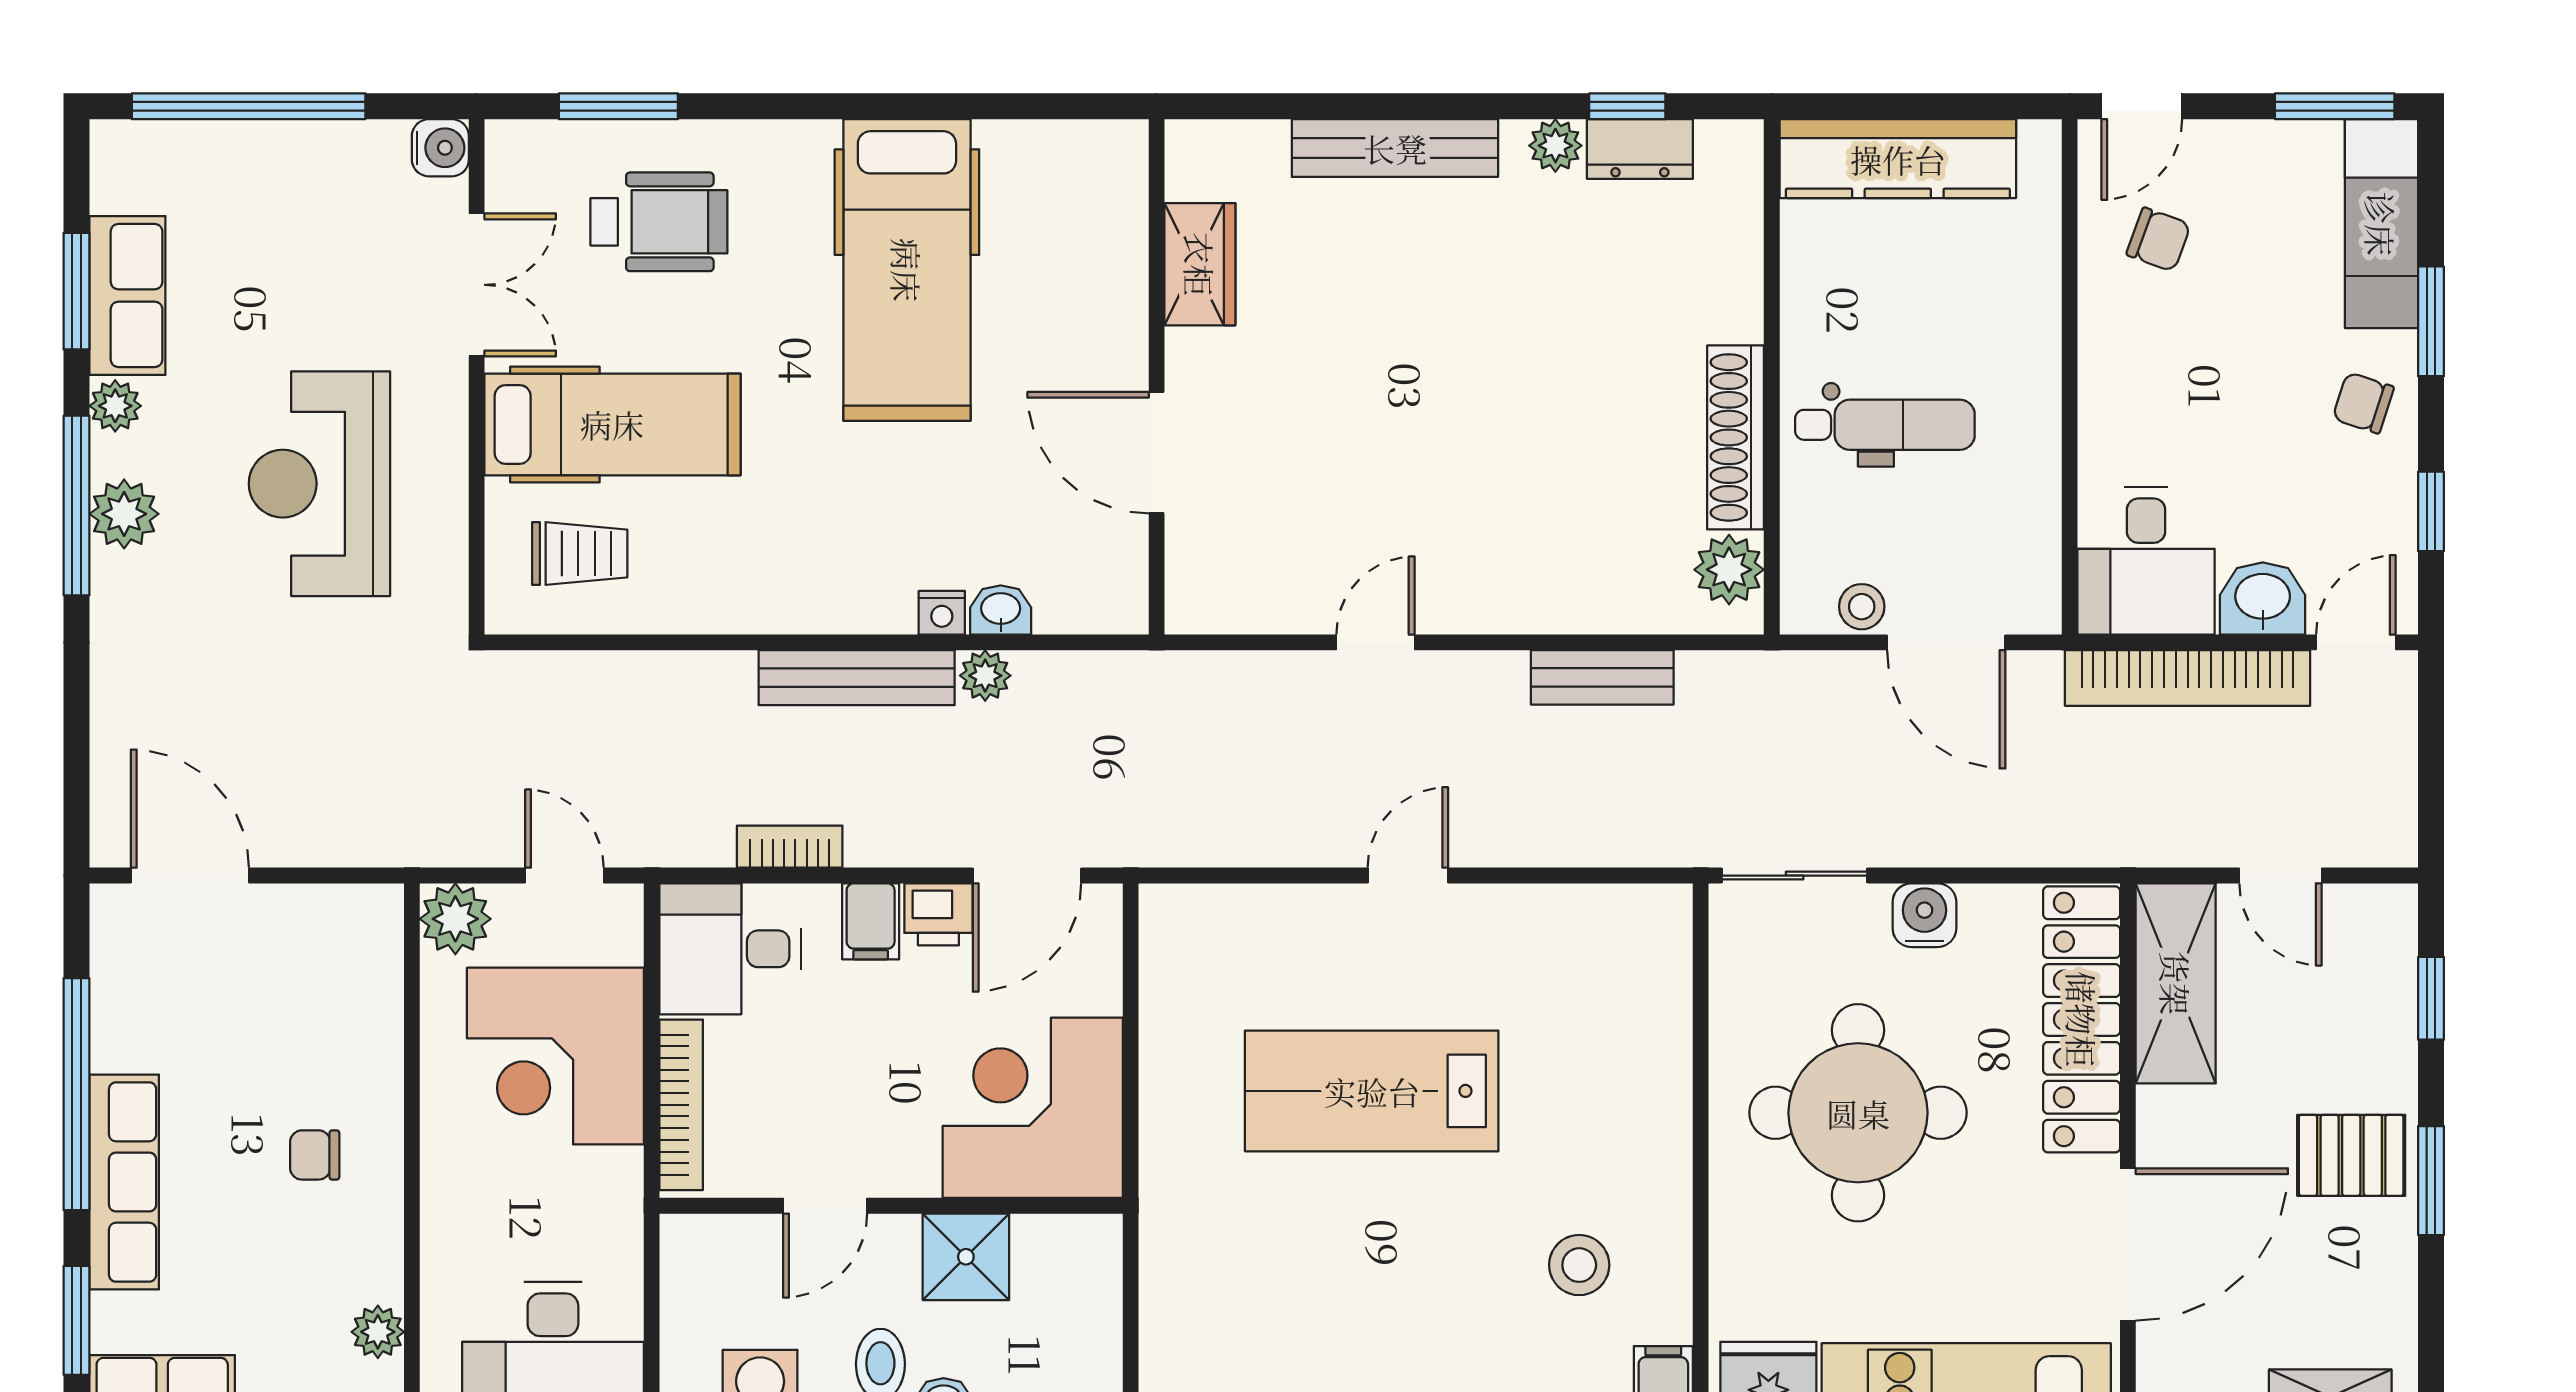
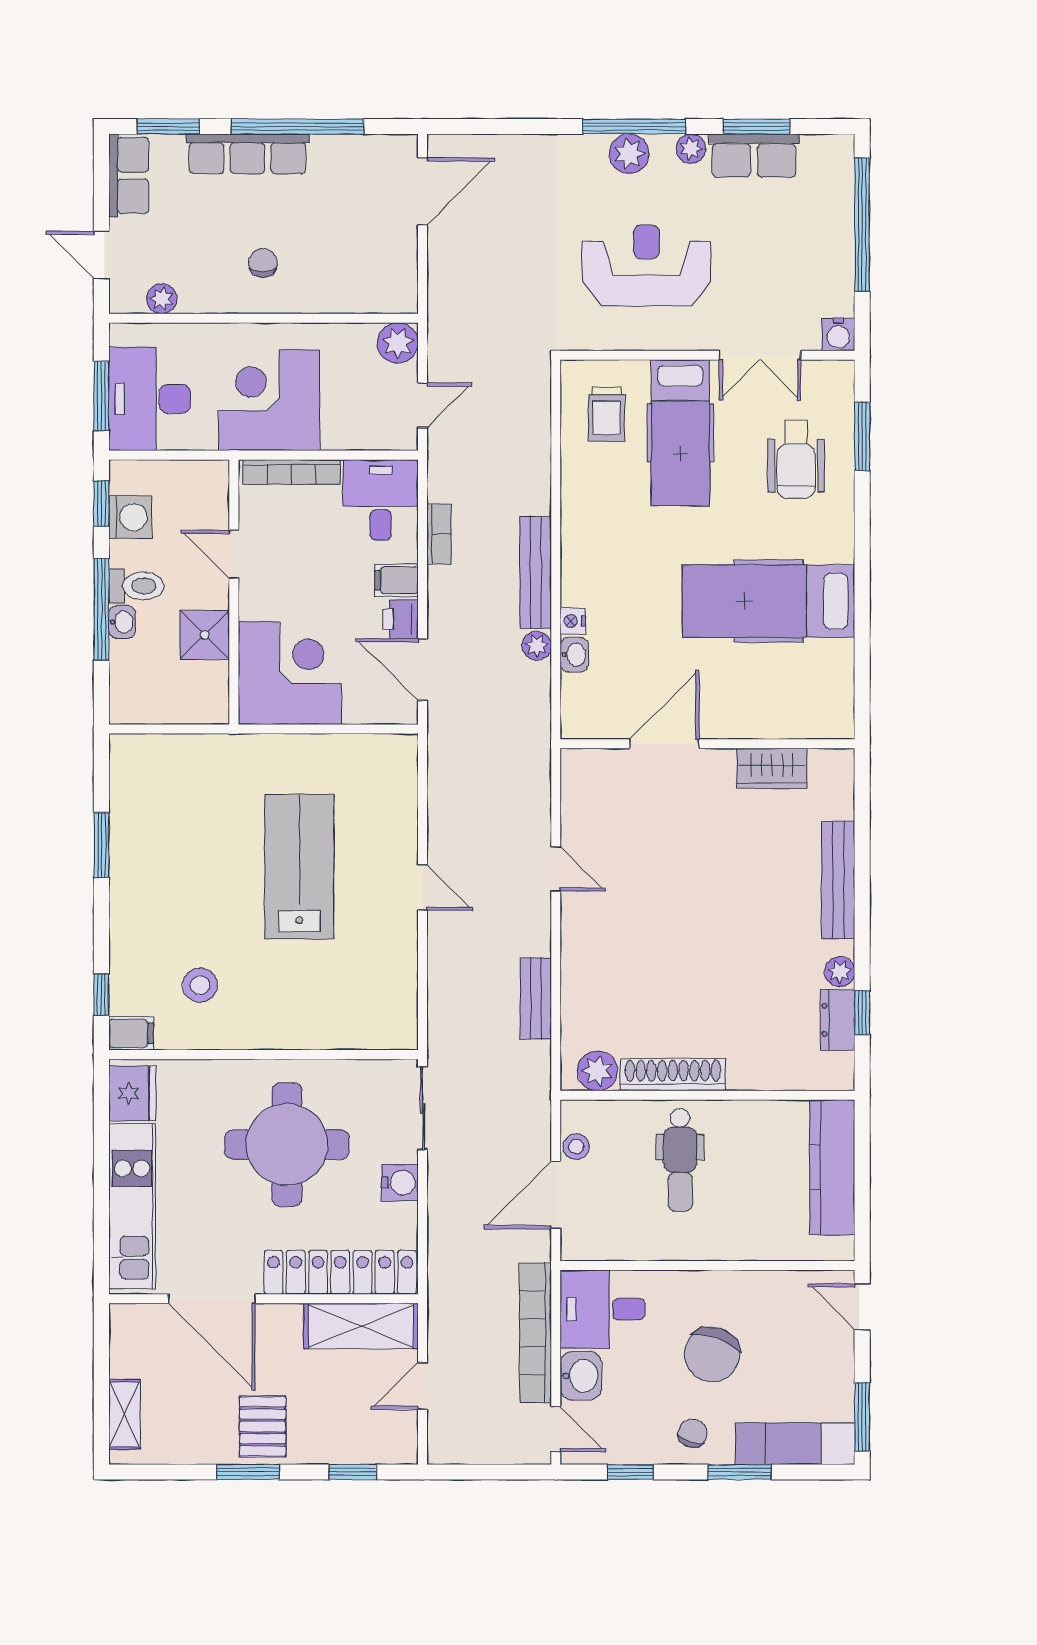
chair: (2159, 239) -> (712, 1354), moved, width x1.87, depth x1.87
corner desk: (555, 1056) -> (269, 400), moved

